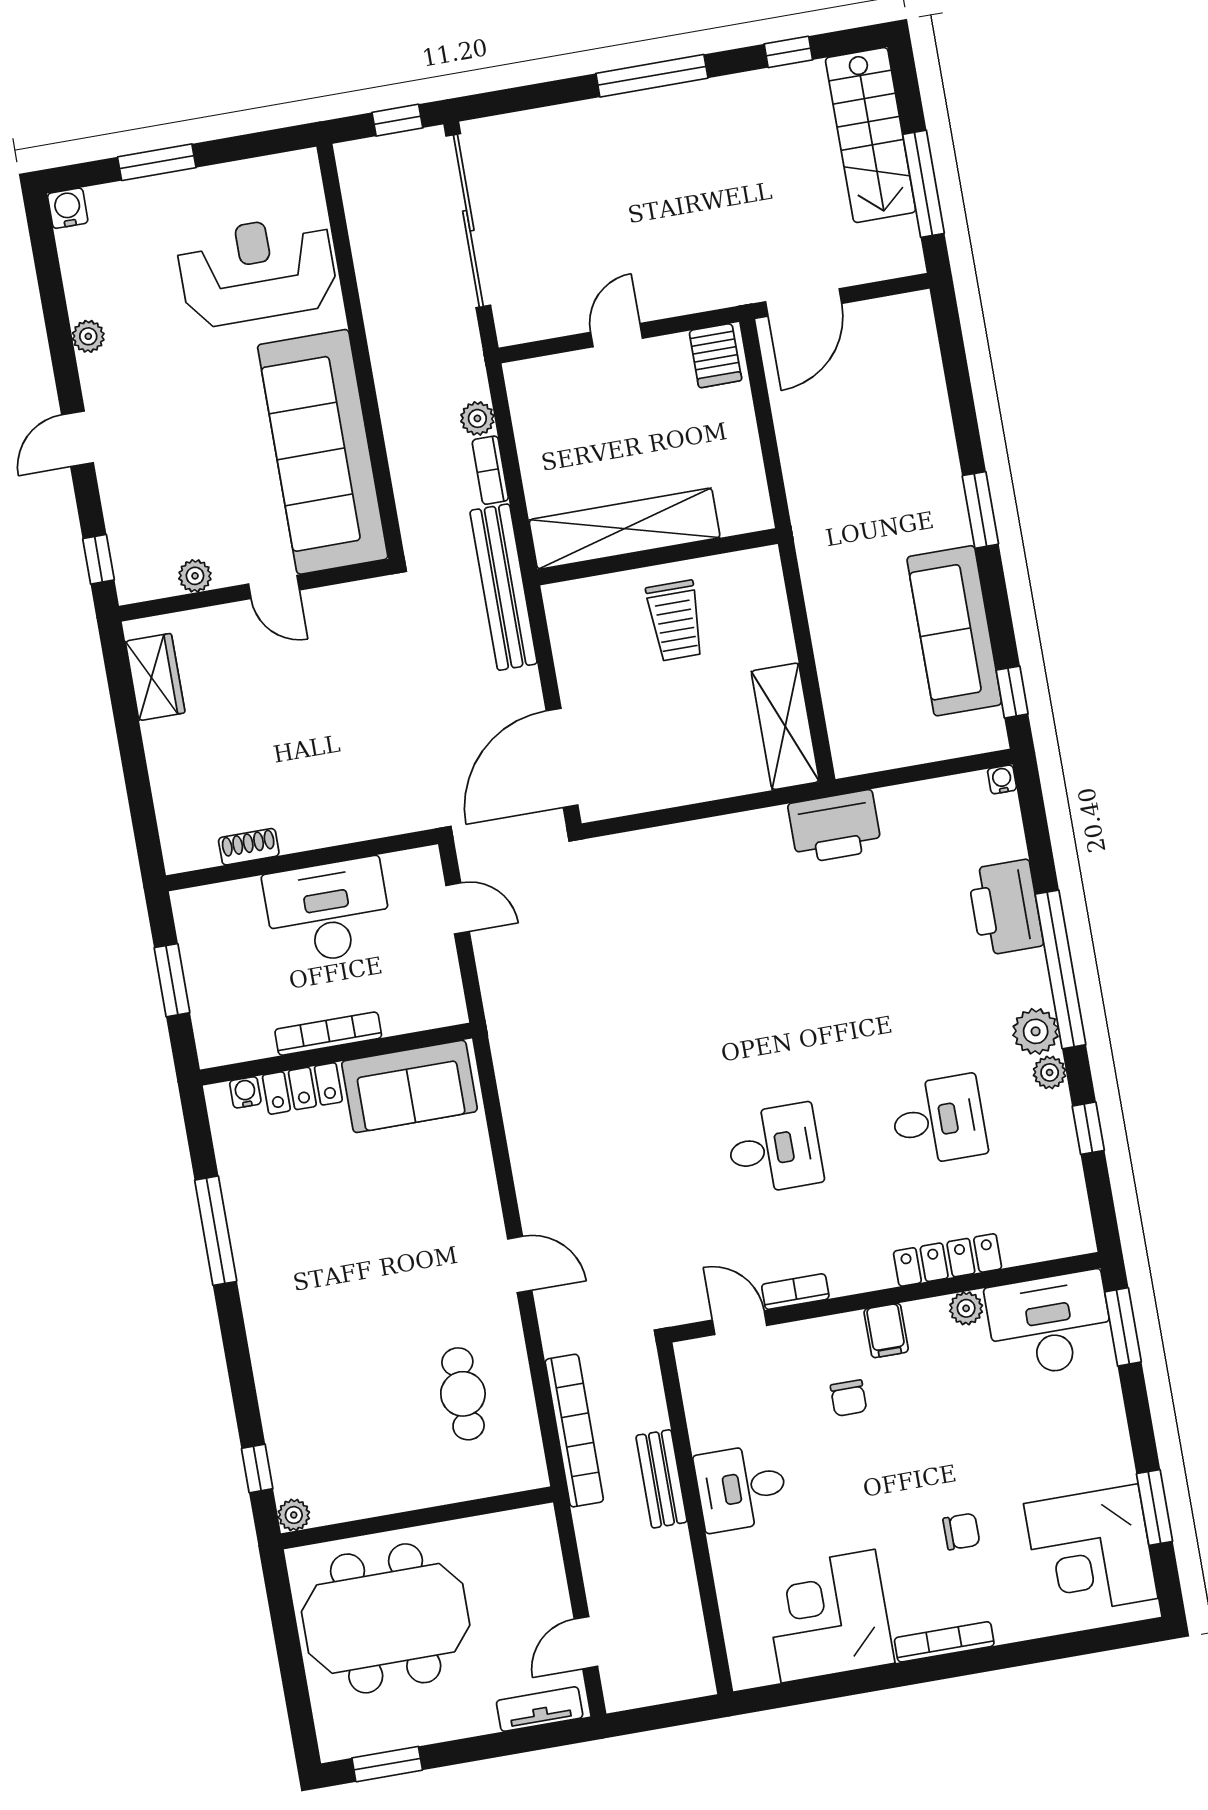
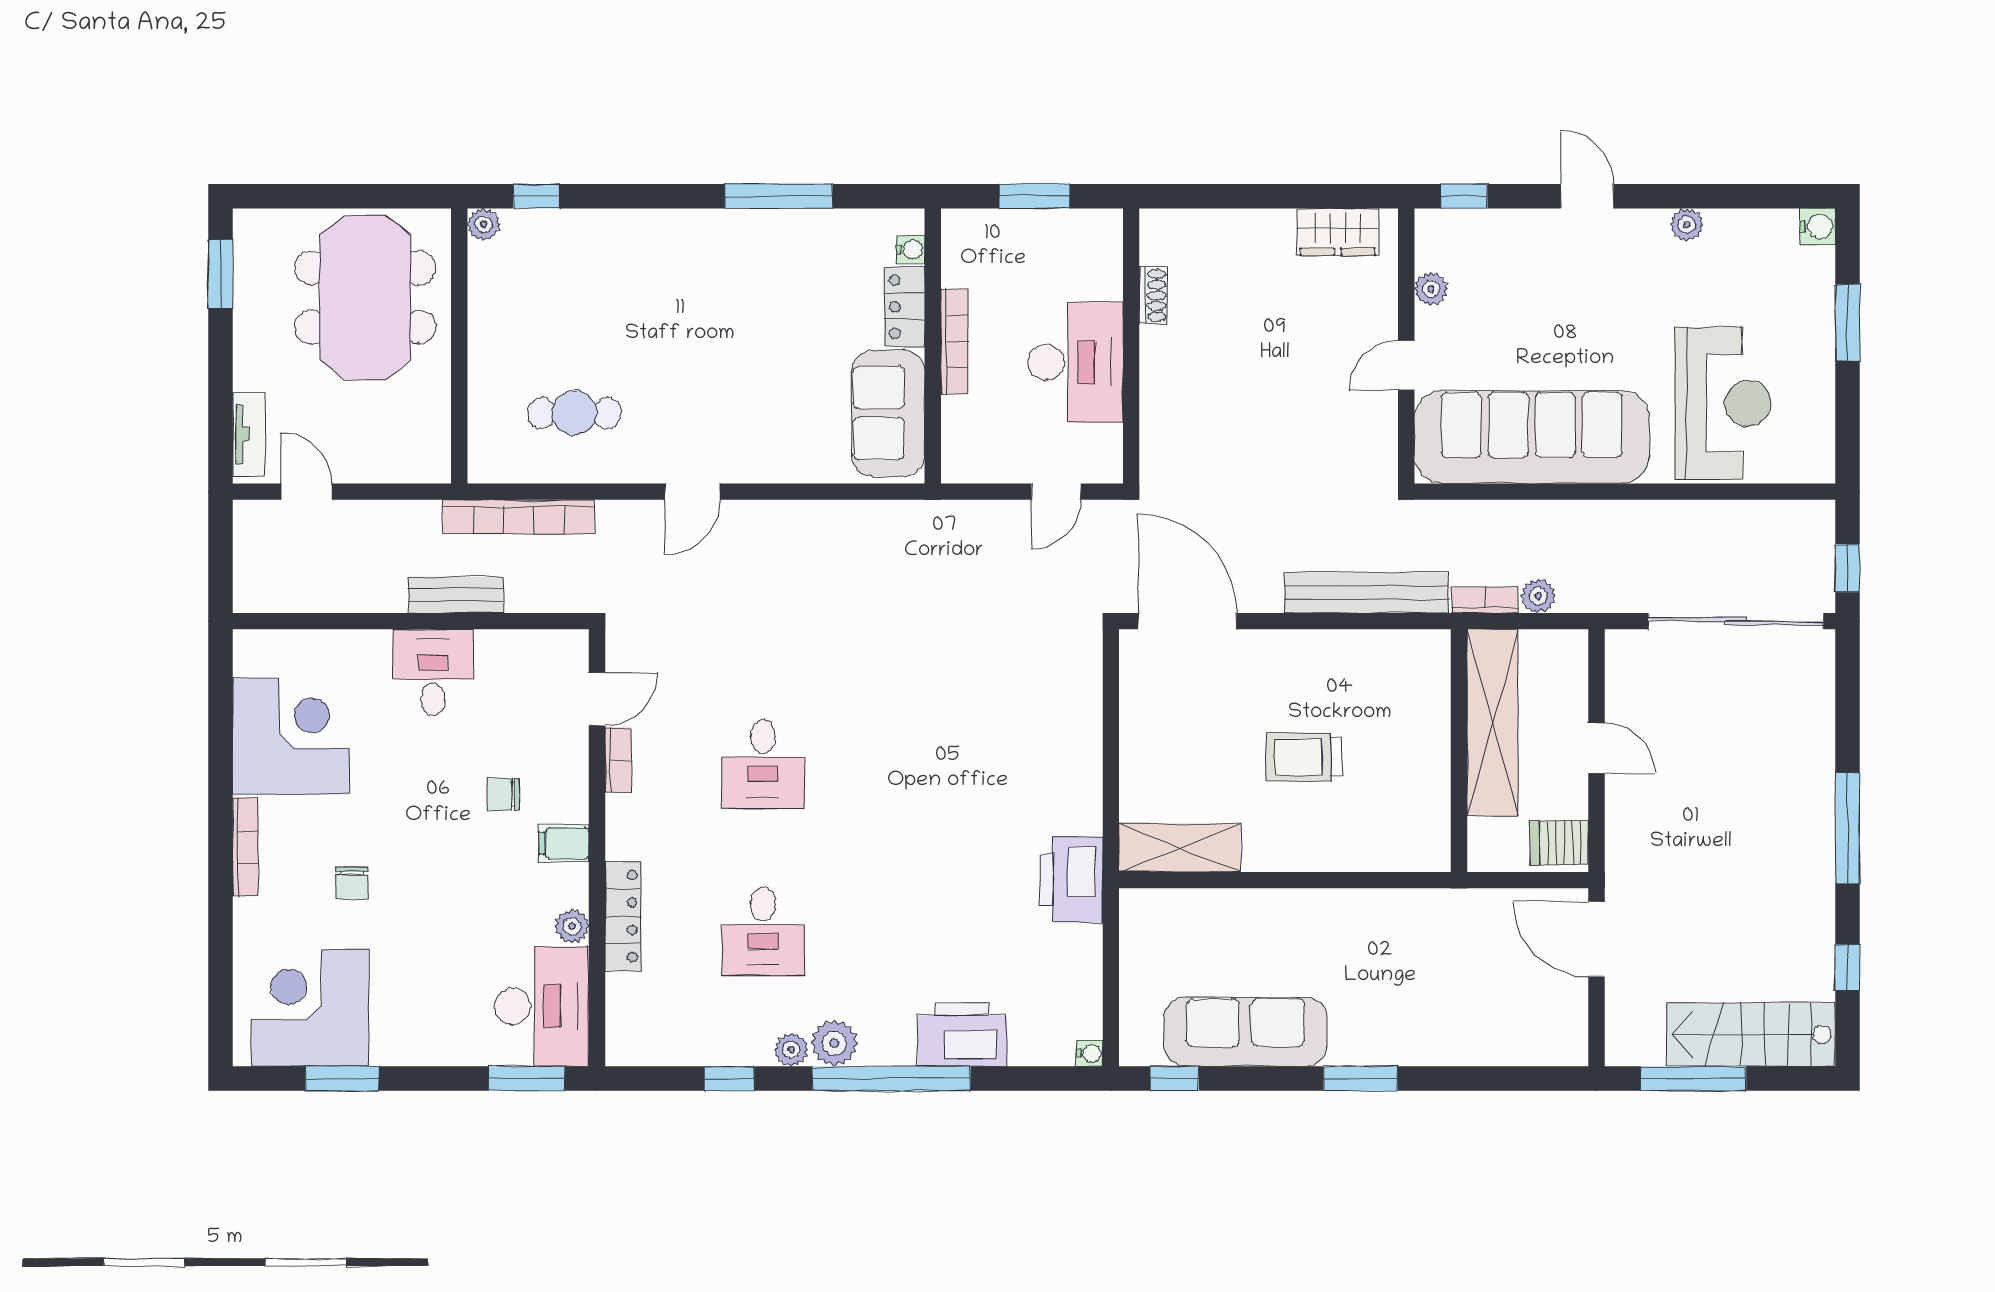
shelving: (625, 529) -> (1493, 723), moved
wall: (658, 557) -> (1459, 751), moved

